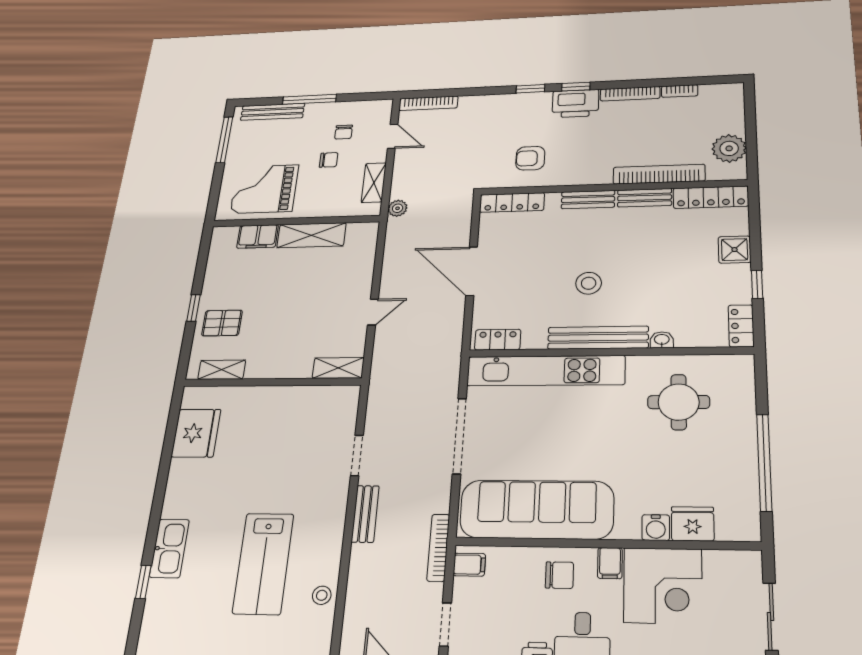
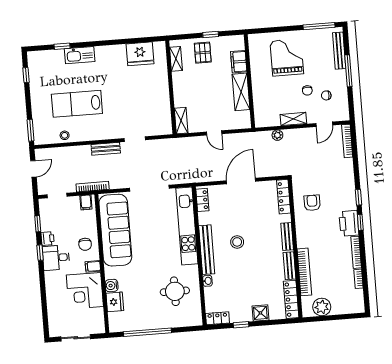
wall: (296, 221) -> (249, 81), moved
shelving: (311, 235) -> (241, 92), moved
filing cabinet: (258, 236) -> (239, 62), moved

